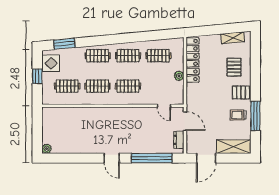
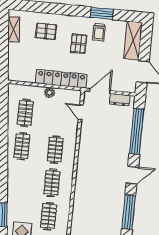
clothes rail: (98, 56) -> (19, 180), removed
locker: (193, 60) -> (61, 79), moved
pallet: (241, 92) -> (79, 44), moved
door: (164, 106) -> (81, 112), swing flipped
window: (255, 116) -> (102, 13), width x0.69
window: (78, 158) -> (129, 212), added

